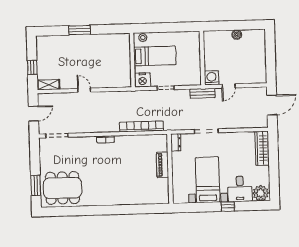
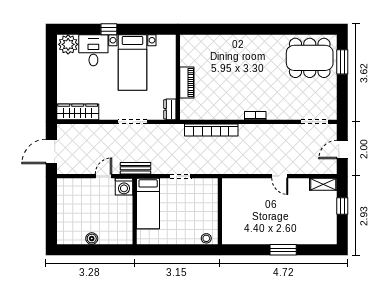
bed: (155, 56) -> (148, 203), moved, turned -90
nightstand: (143, 80) -> (208, 187), removed
wardrobe: (262, 148) -> (78, 112), moved, turned -90

